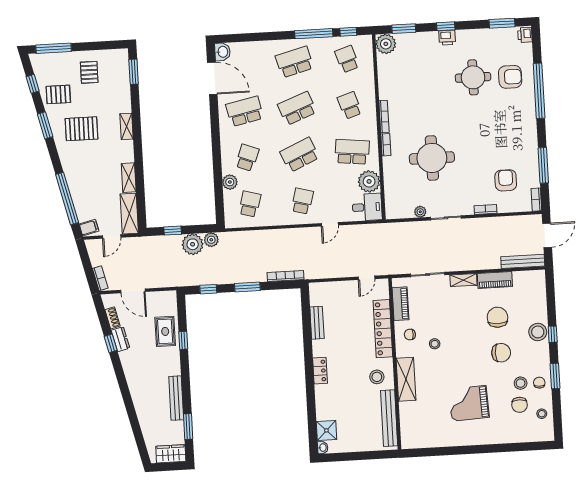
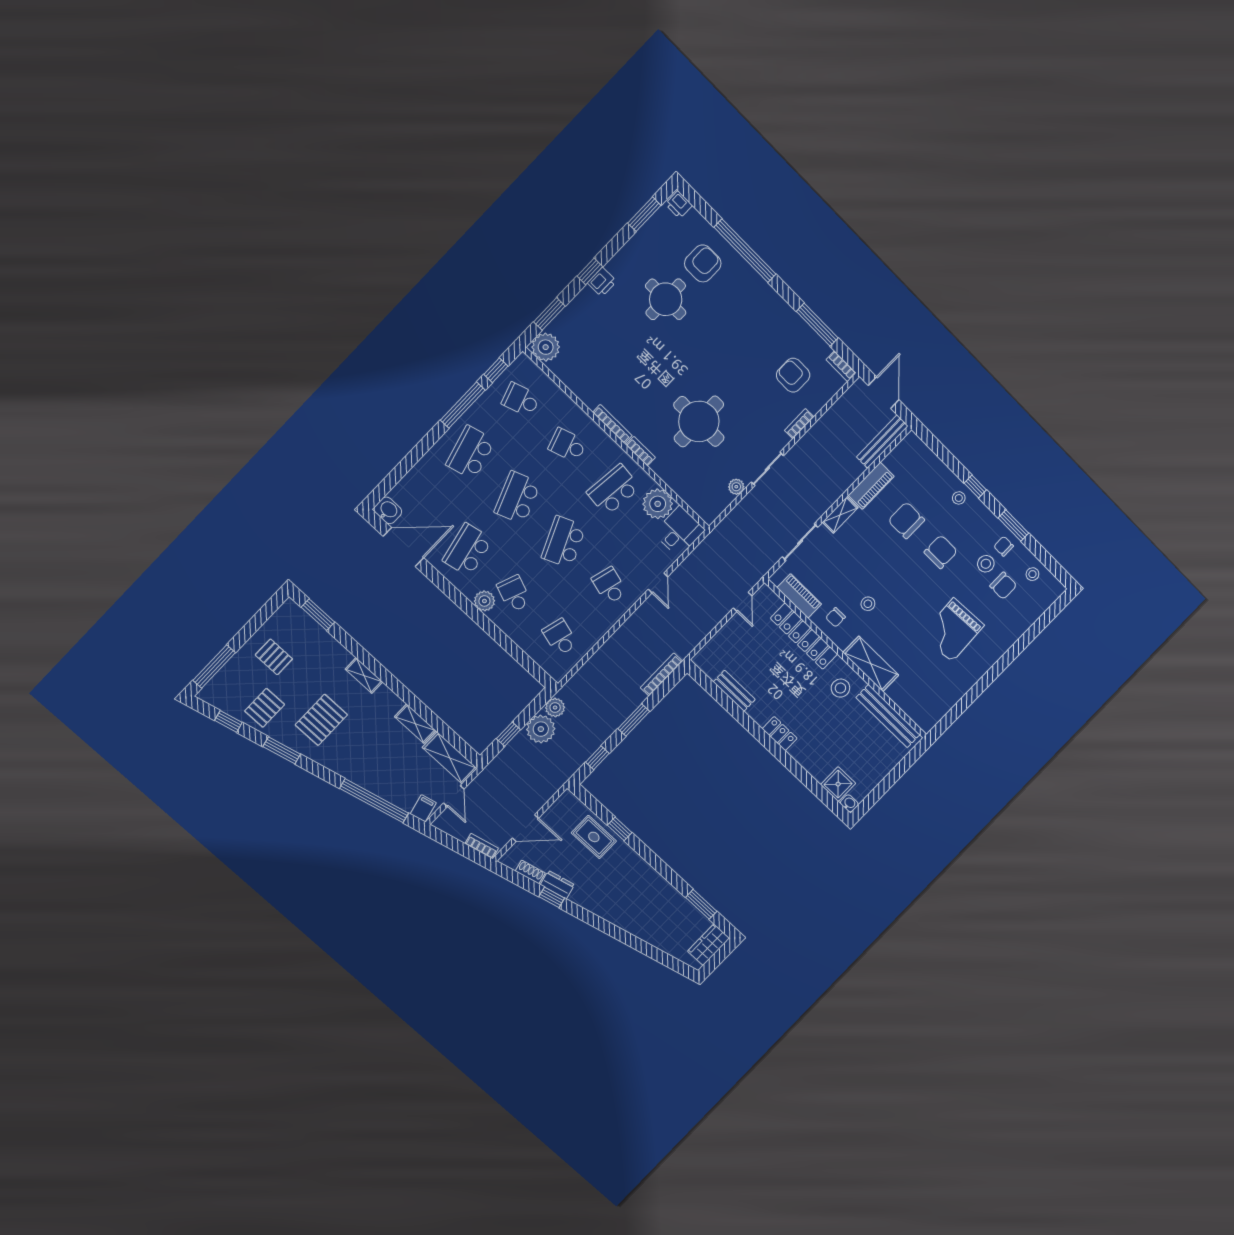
plant: (230, 182) -> (484, 601), moved
stool: (538, 332) -> (959, 498), width x0.53, depth x0.53
bench: (176, 398) -> (665, 889), removed

